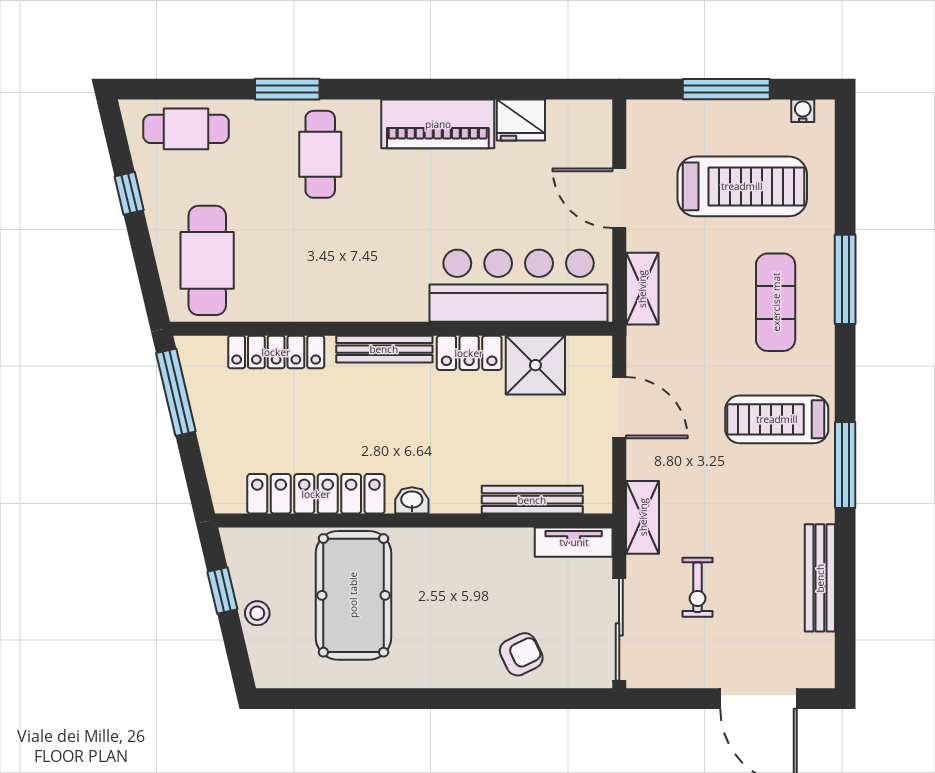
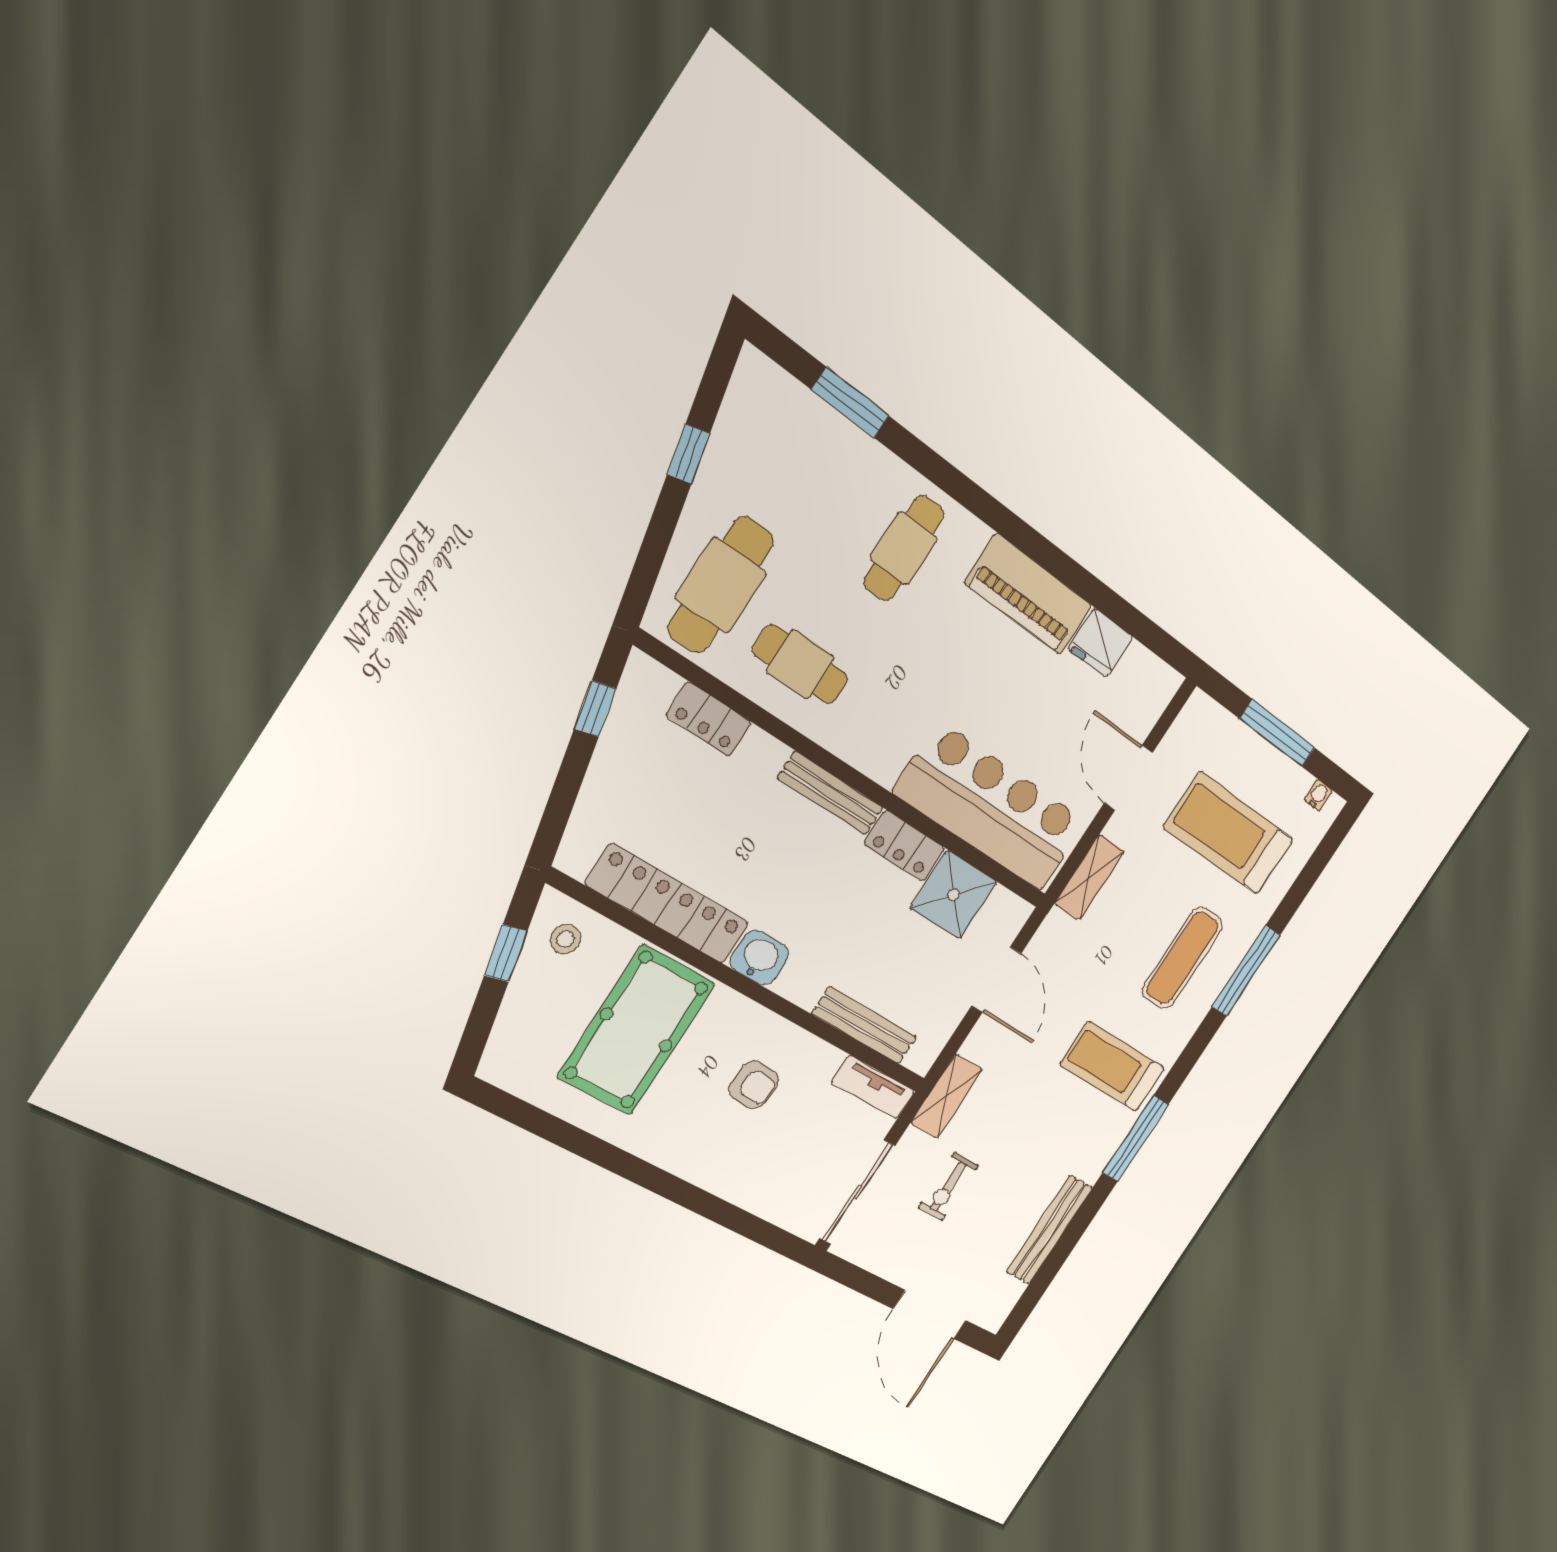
window: (287, 89) -> (850, 403), moved
cafe table: (186, 129) -> (800, 664), moved
treadmill: (742, 186) -> (1229, 833), turned 180
locker: (276, 352) -> (709, 719), width x0.66
window: (176, 392) -> (595, 709), width x0.46
washbasin: (412, 500) -> (759, 958), width x1.38, depth x1.45
stool: (257, 613) -> (565, 939), moved
armchair: (521, 654) -> (754, 1085), moved, turned 30

